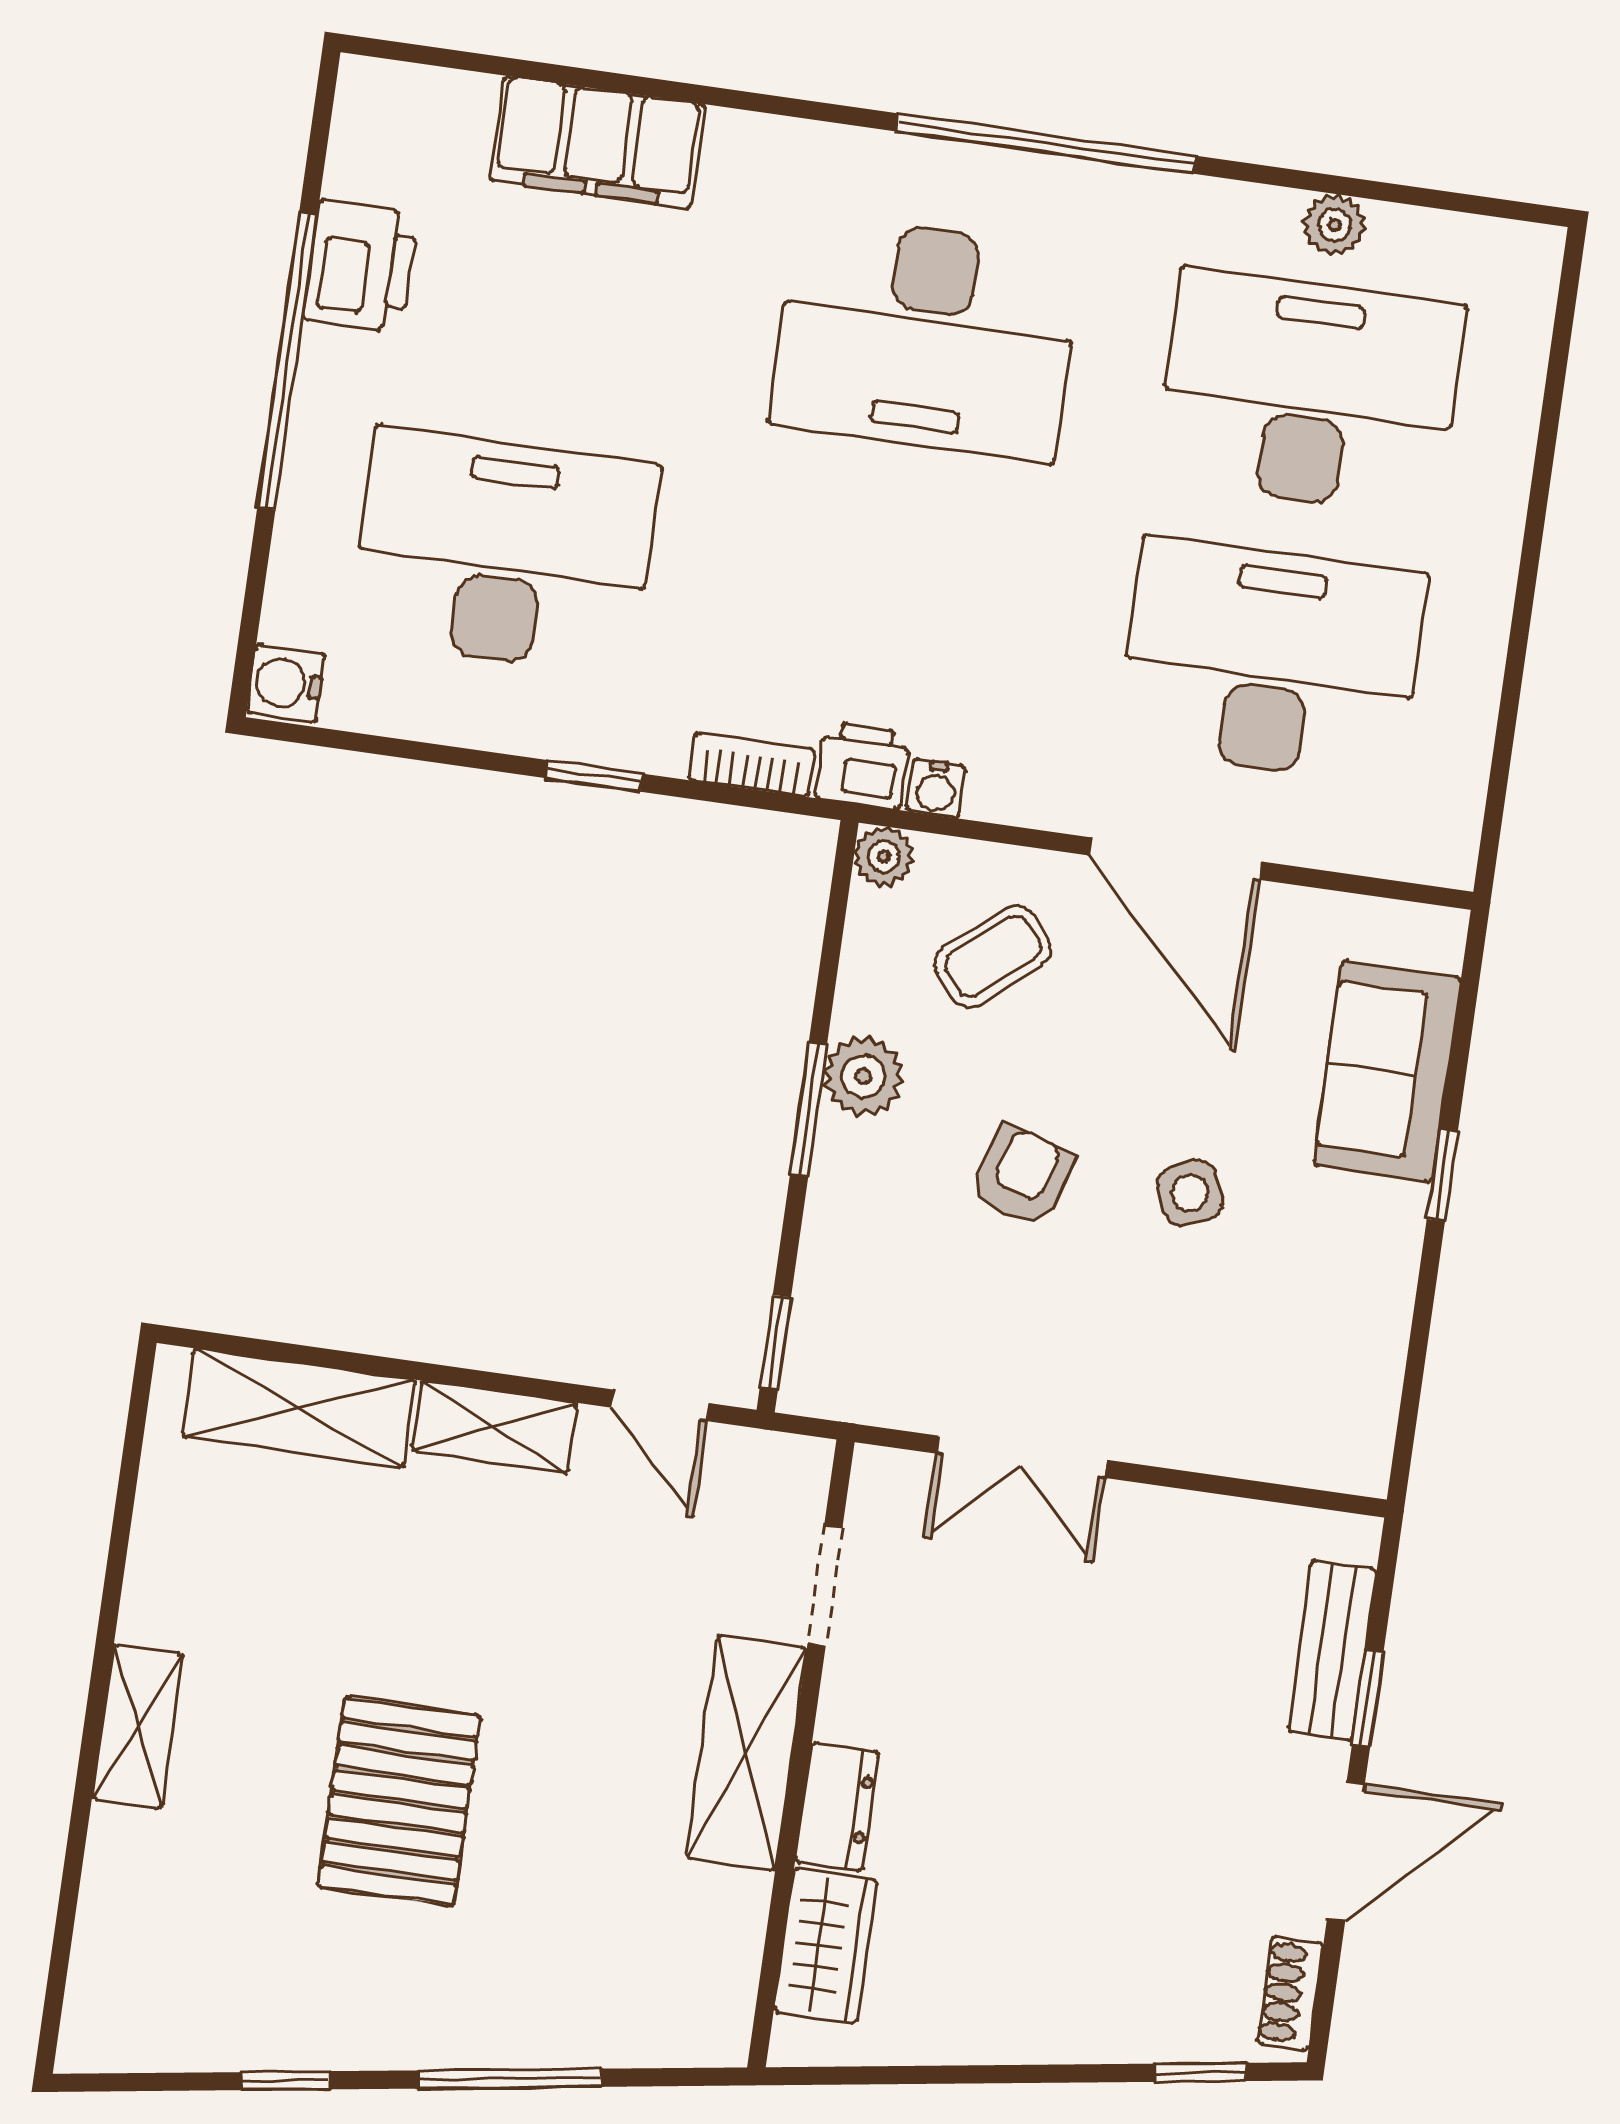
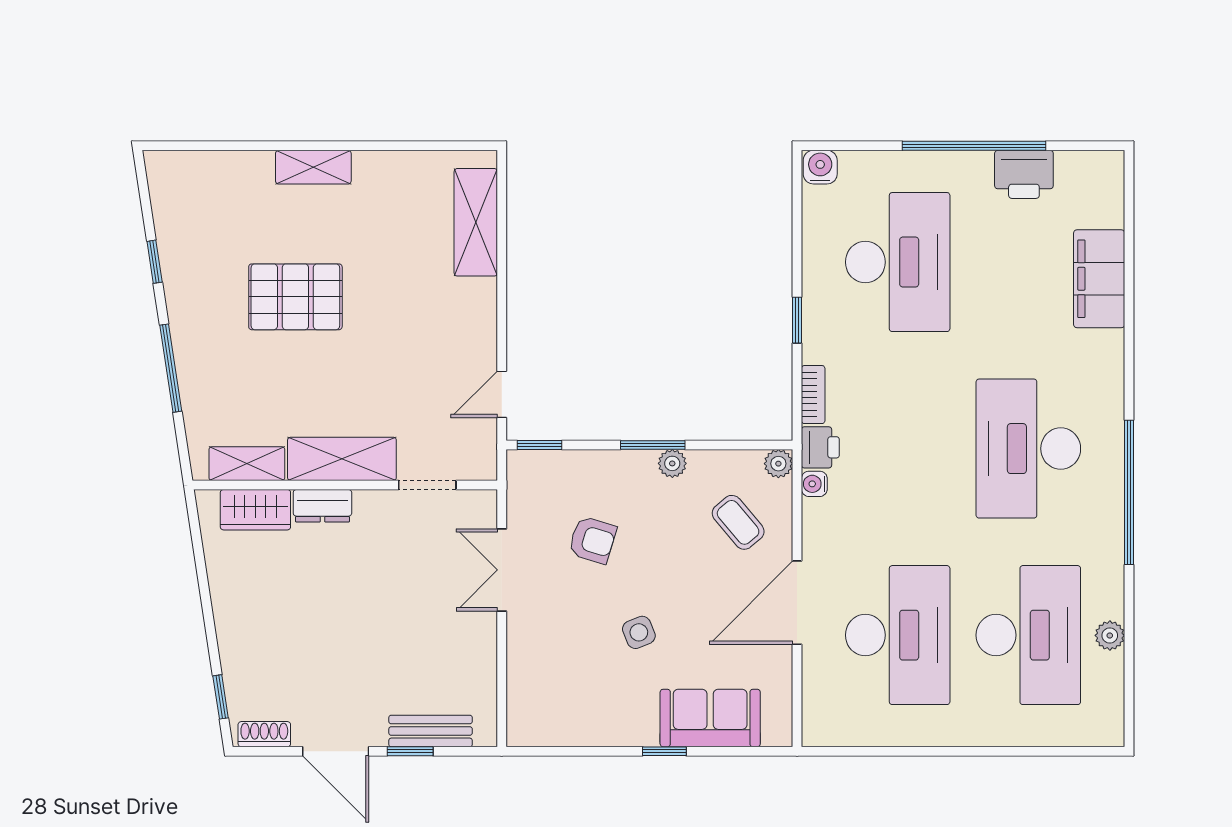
plant: (863, 1076) -> (672, 463), width x0.73, depth x0.73
armchair: (1022, 1176) -> (592, 540), moved
shelving: (495, 1427) -> (247, 464), moved, turned 90

